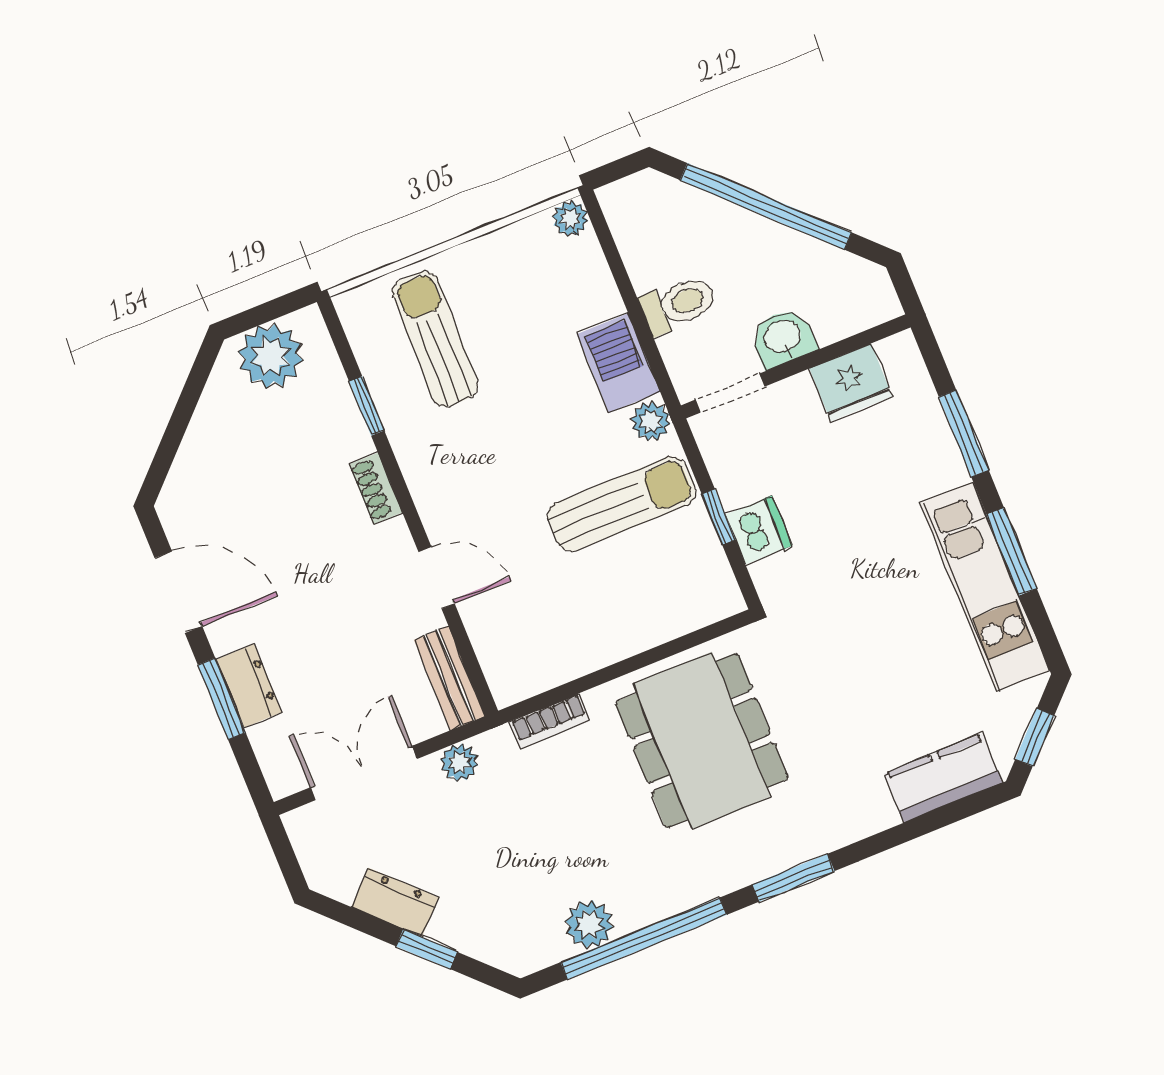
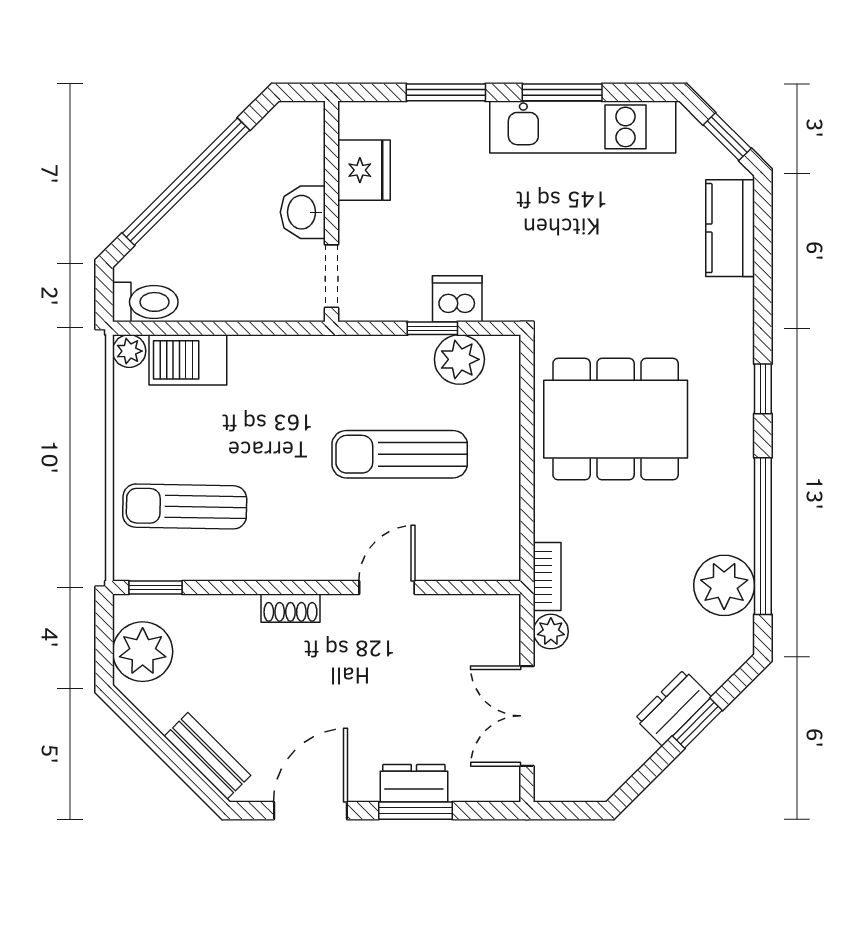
toilet: (678, 304) -> (145, 302), moved, turned 90
barbecue: (619, 363) -> (188, 360), moved
window: (367, 406) -> (155, 587), moved
plant: (651, 421) -> (459, 359), moved, width x1.38, depth x1.38
sun lounger: (622, 504) -> (400, 454), moved, turned -90
bench: (450, 678) -> (207, 756), moved, turned 45
bookcase: (550, 721) -> (547, 577), moved
window: (793, 878) -> (763, 389), width x0.67
dresser: (395, 902) -> (673, 708), moved
plant: (589, 924) -> (724, 585), width x1.36, depth x1.36

